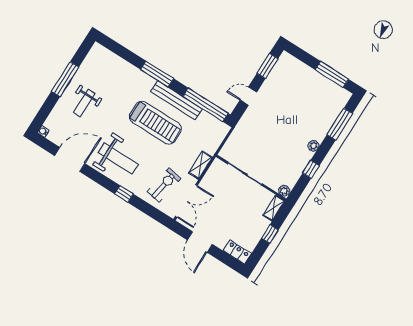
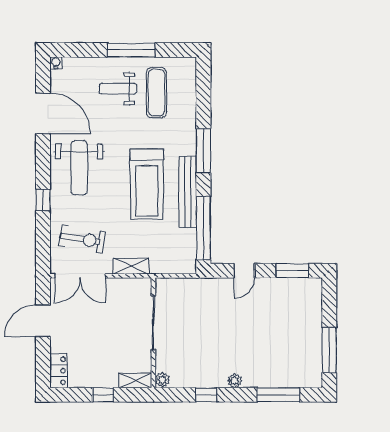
exercise mat: (102, 80) -> (156, 93), added
door: (248, 96) -> (244, 271), swing flipped

